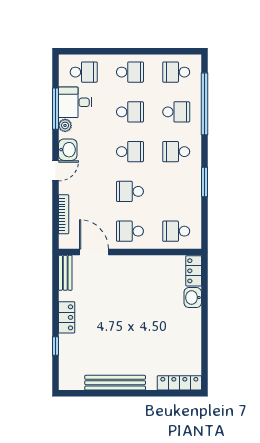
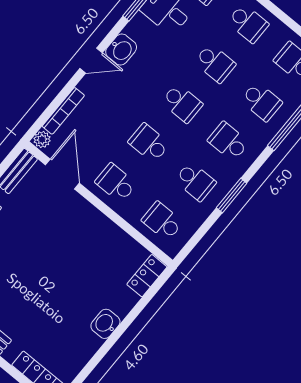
plant: (65, 125) -> (42, 140), moved
school desk: (176, 191) -> (195, 181), added
washbasin: (193, 298) -> (105, 324), moved

